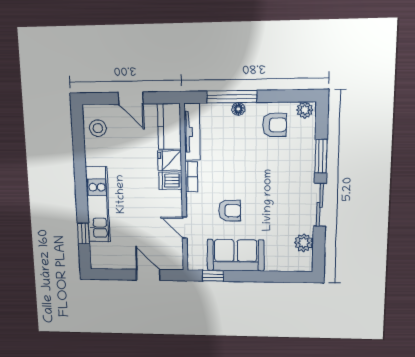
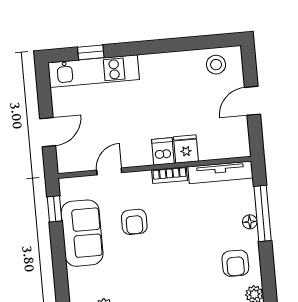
kitchen counter: (169, 126) -> (224, 146), removed
kitchen unit: (98, 205) -> (94, 71), moved

